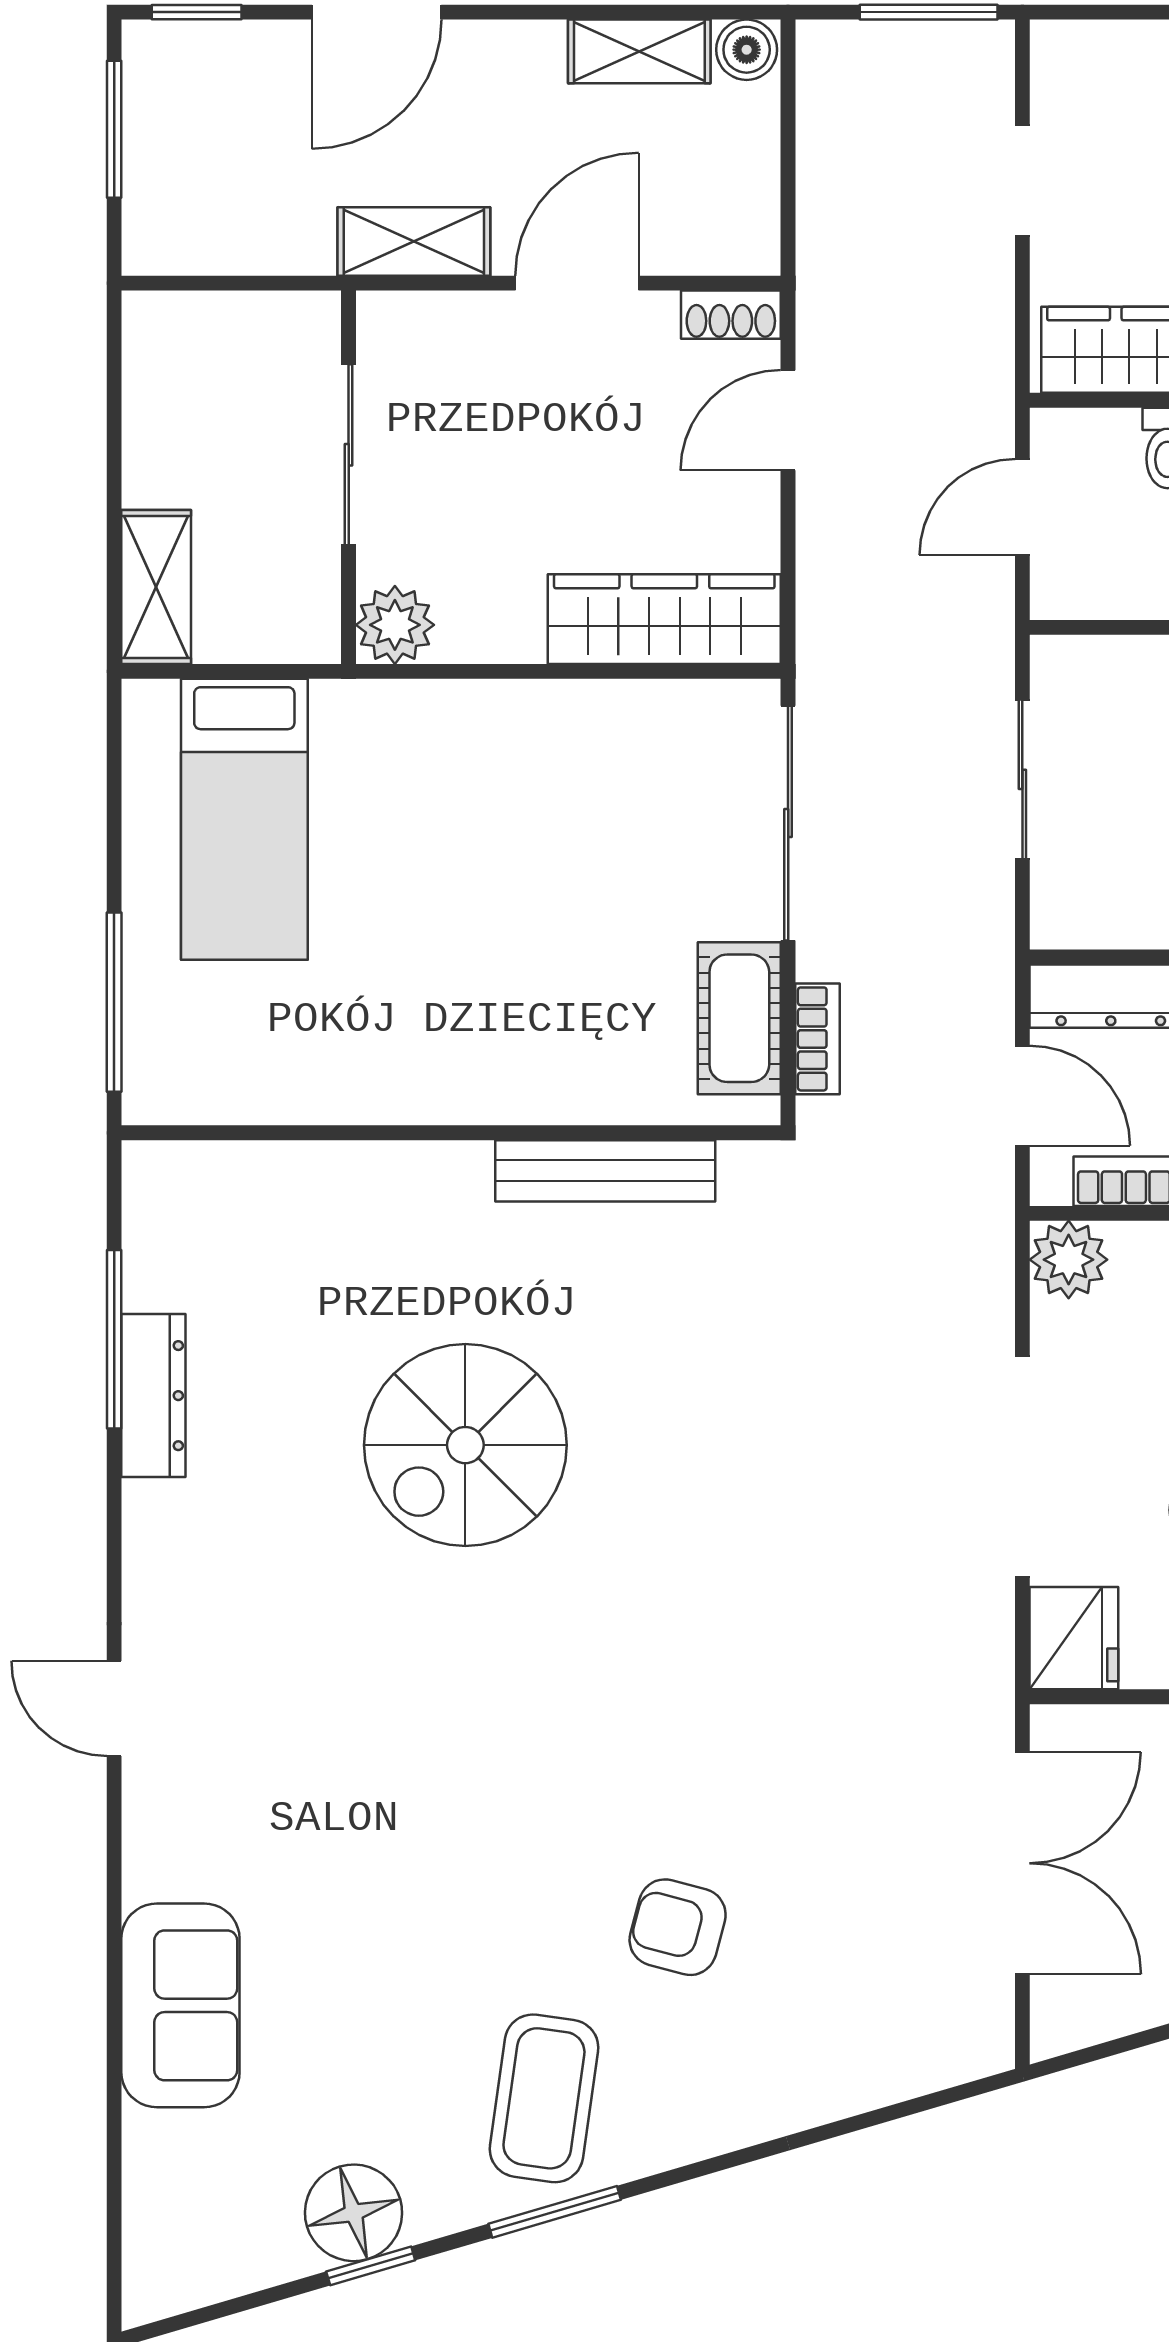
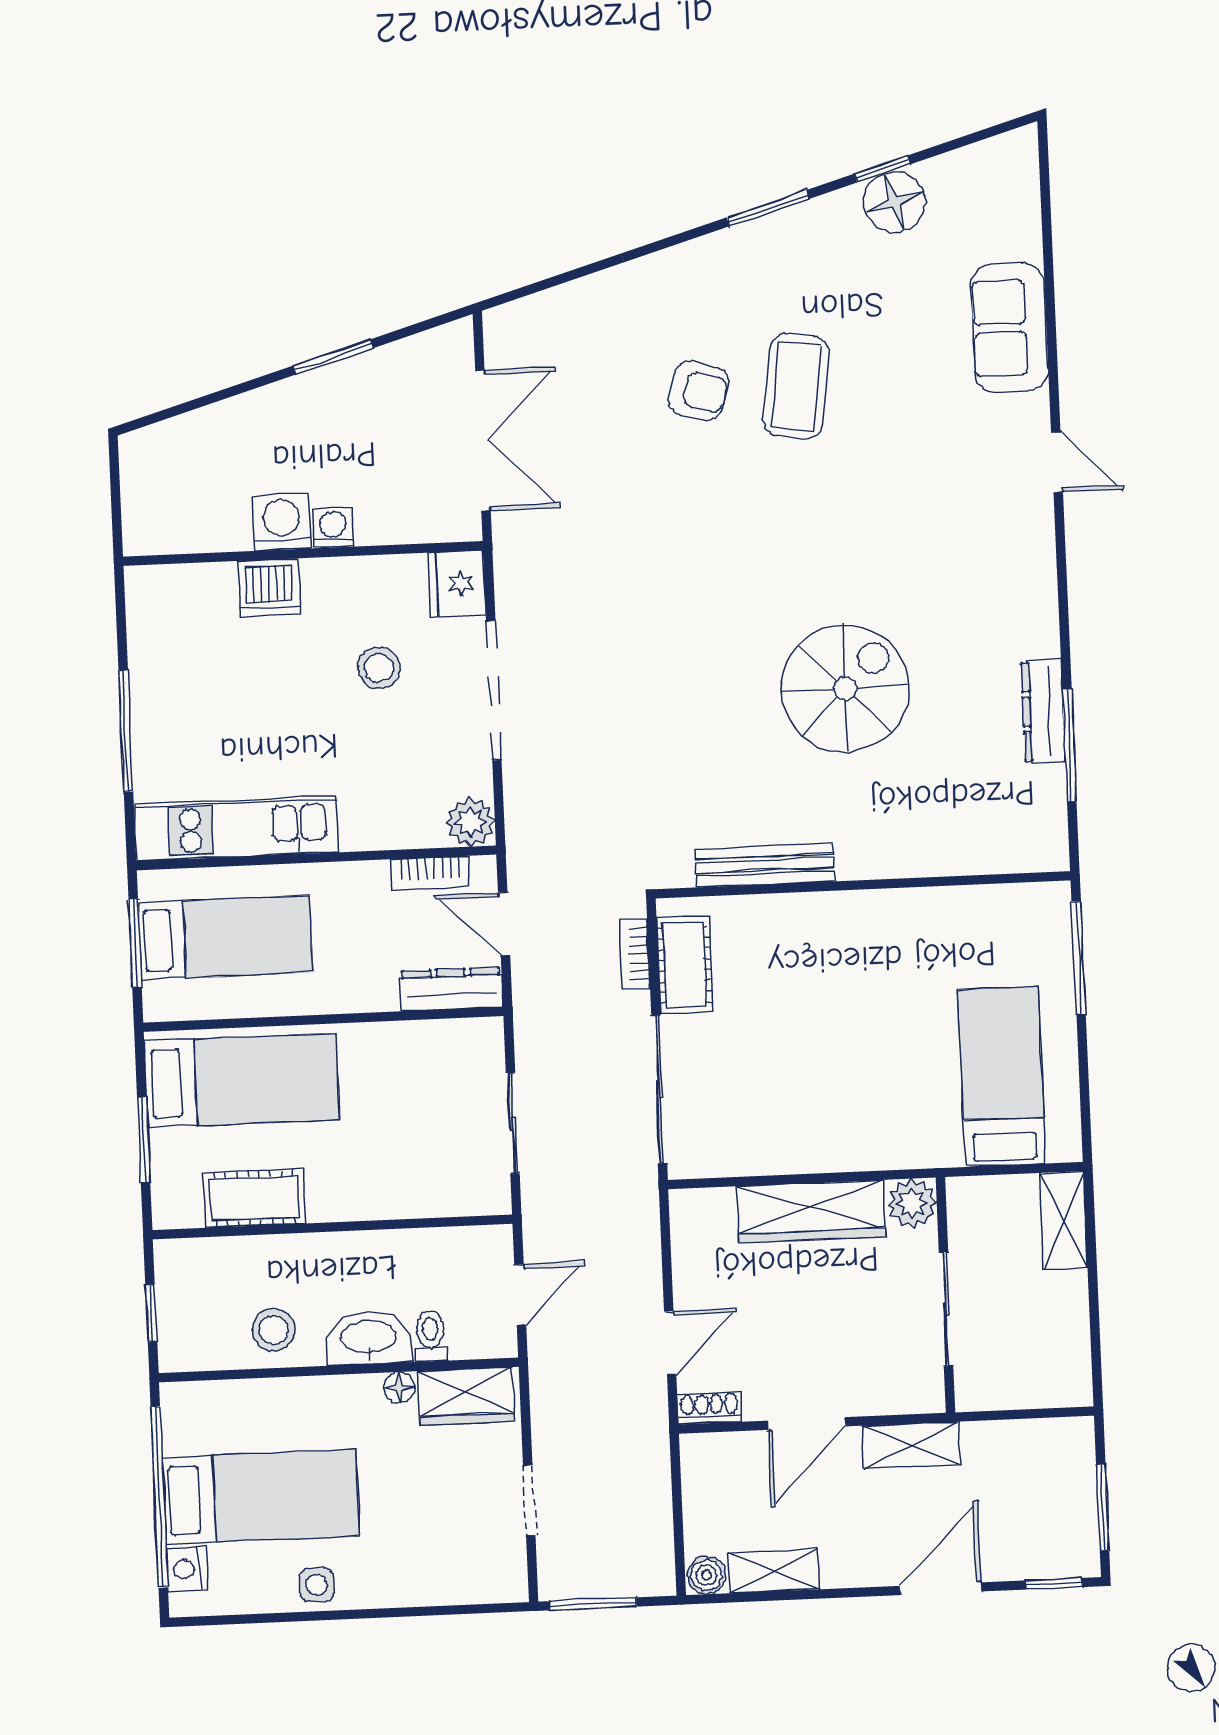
wardrobe: (664, 619) -> (811, 1211), moved
door: (114, 1708) -> (1057, 462), moved
double door: (1022, 1863) -> (483, 441), swing flipped
coffee table: (544, 2098) -> (796, 386), moved

